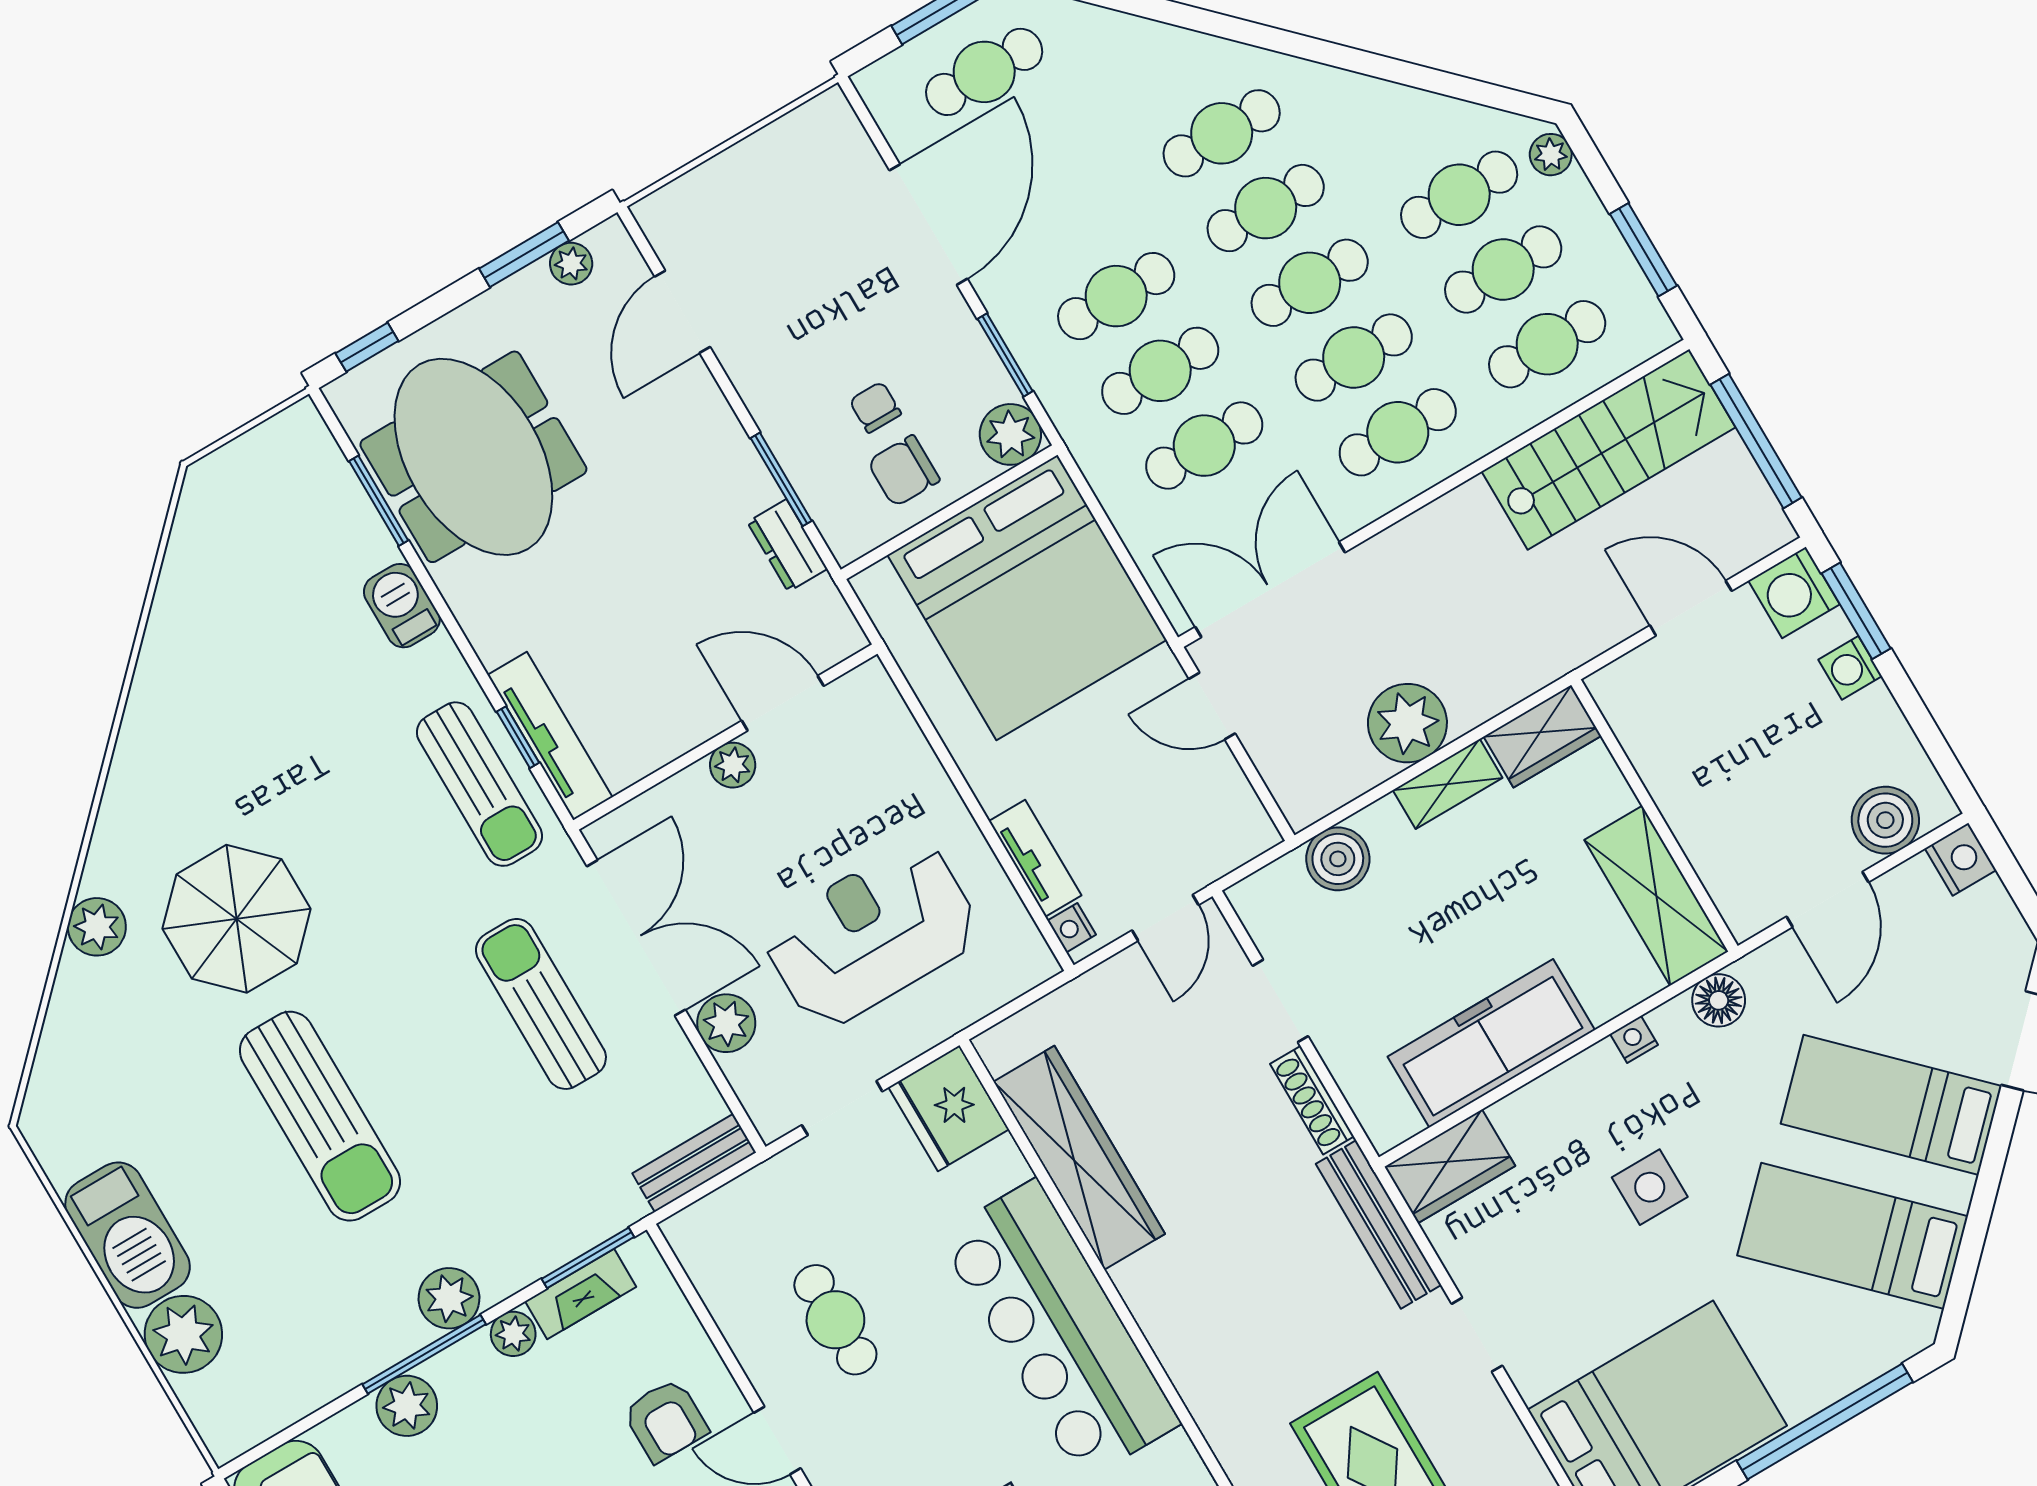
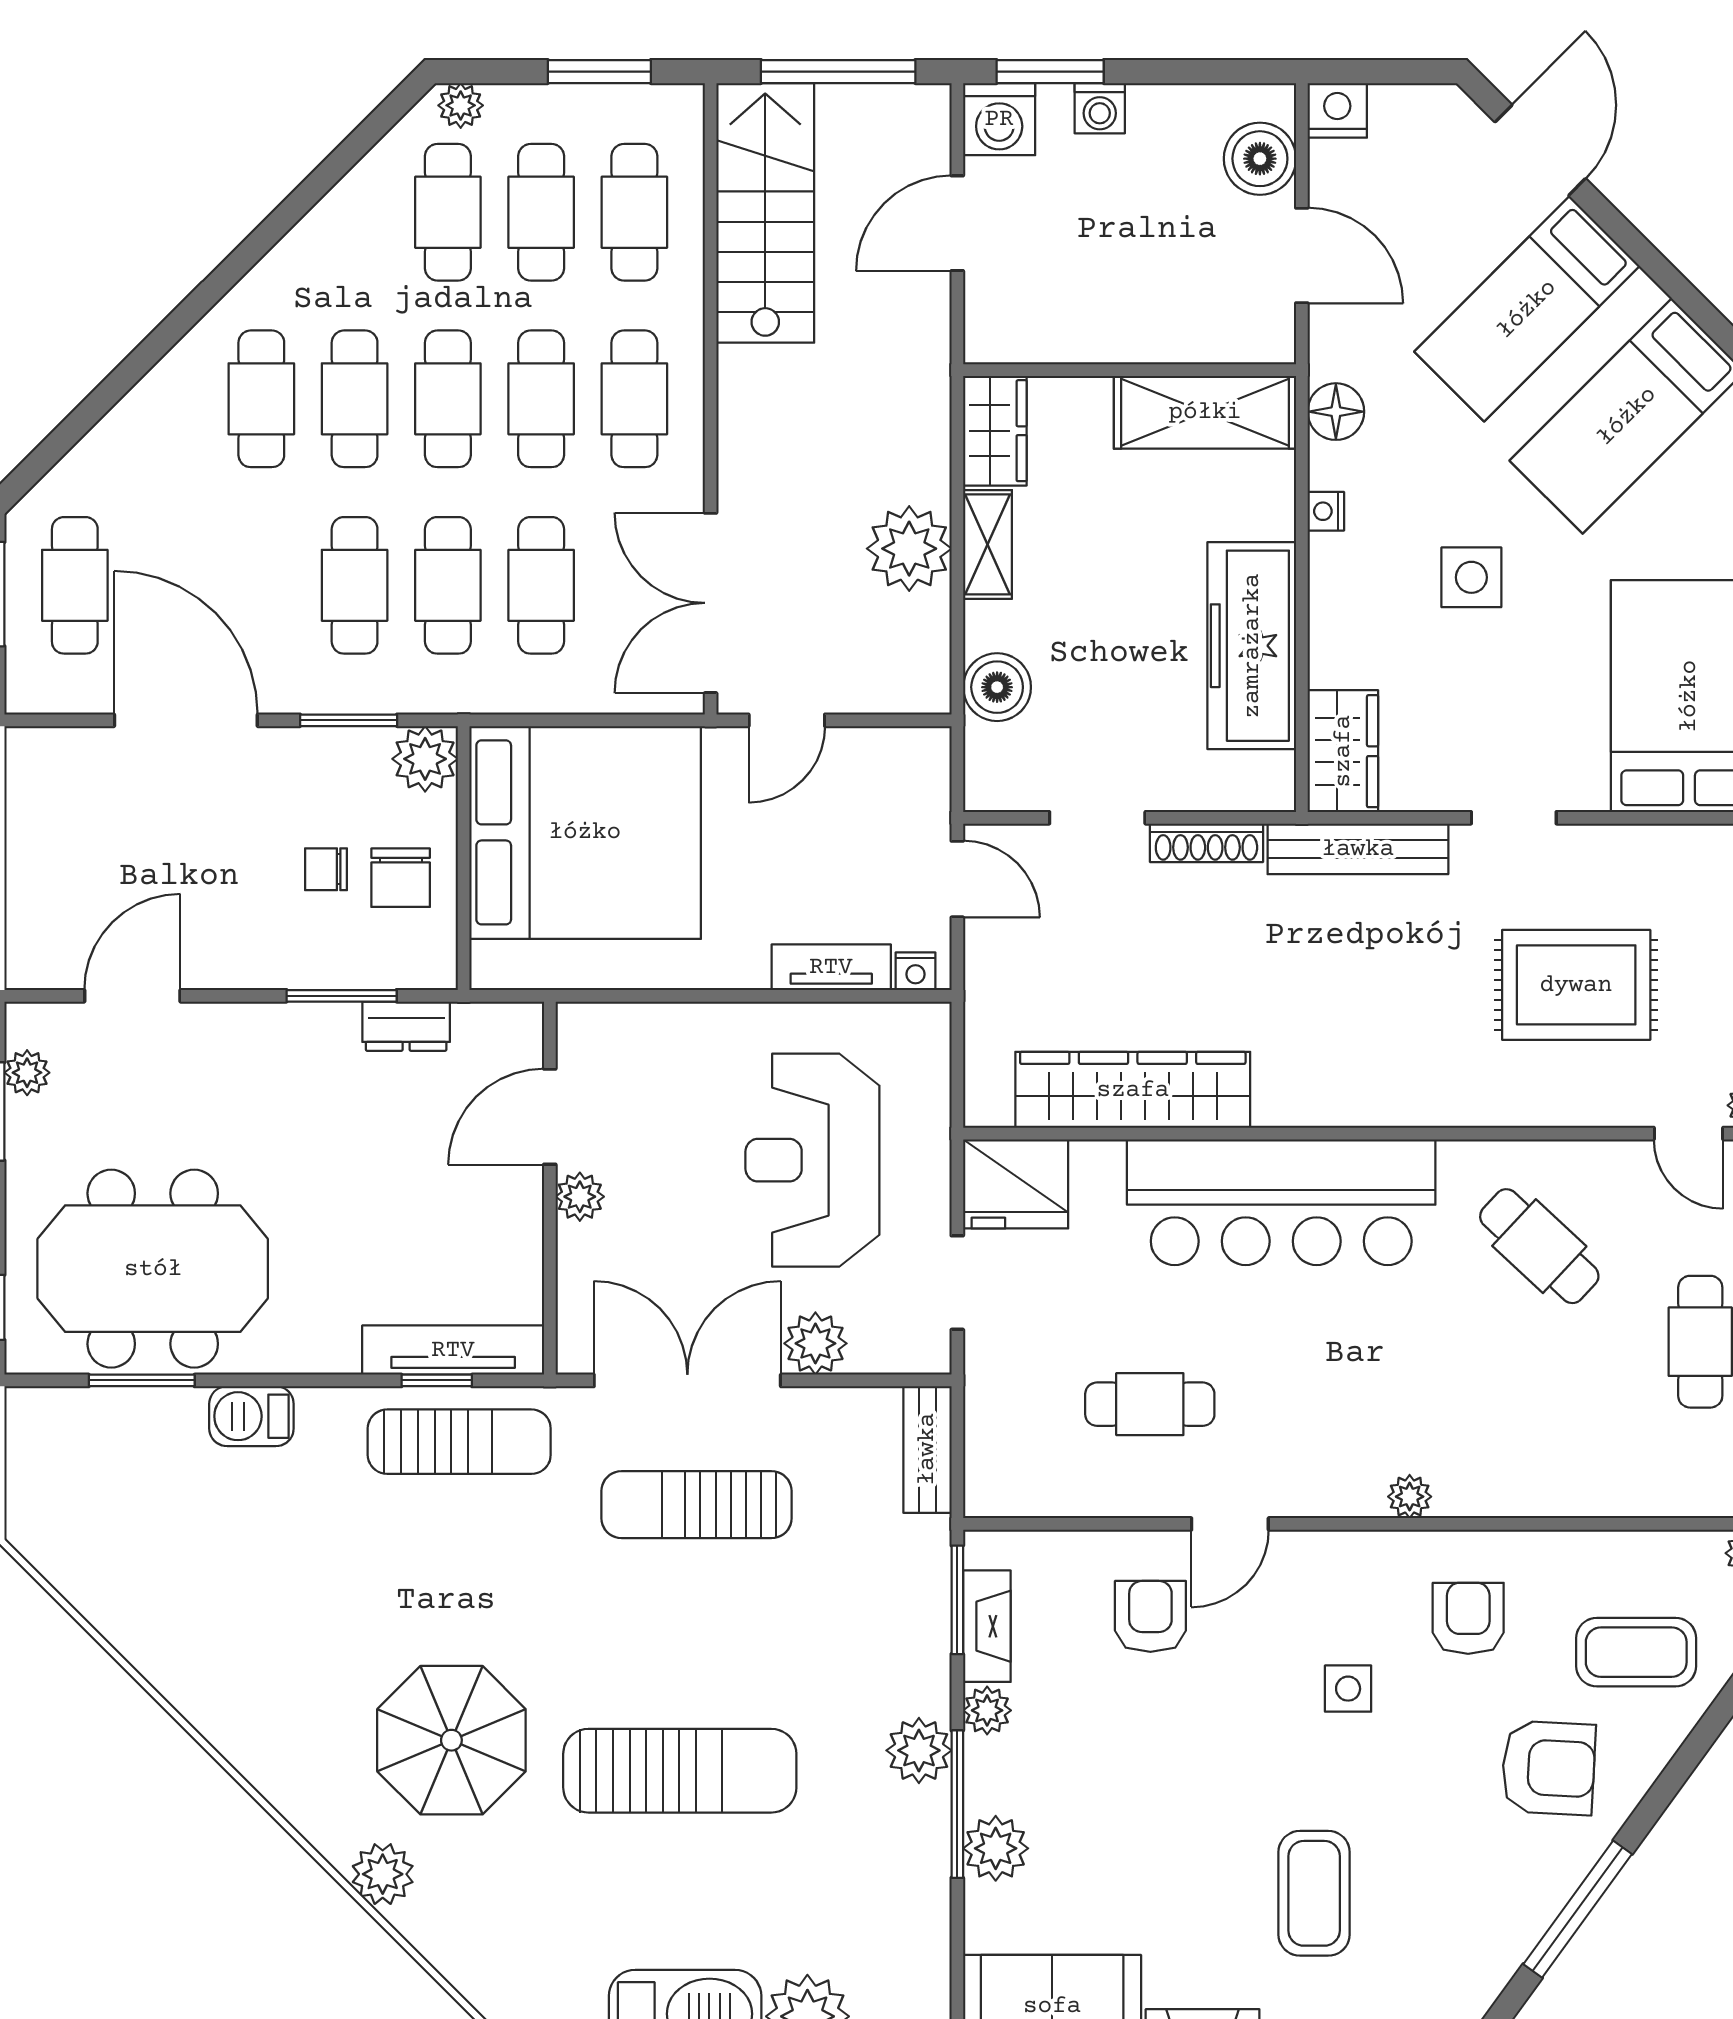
door: (682, 312) -> (132, 996), swing flipped
armchair: (666, 1420) -> (1150, 1616), turned -90

